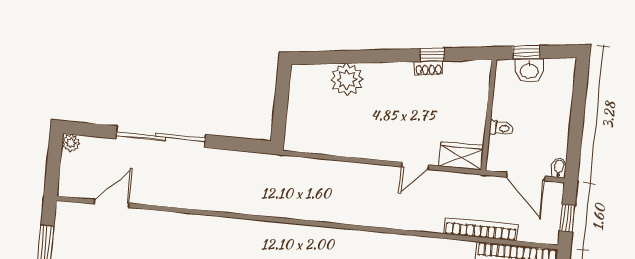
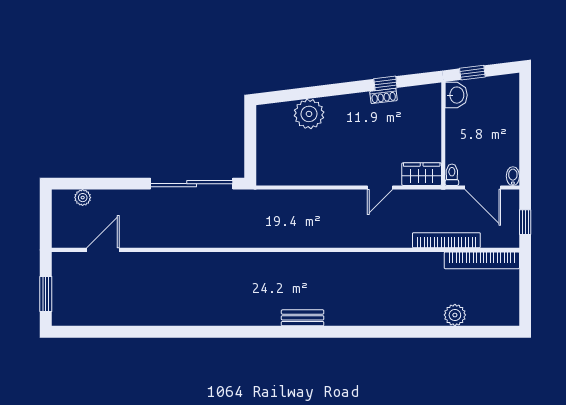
washbasin: (529, 70) -> (456, 95), moved, turned -83
toilet: (501, 128) -> (452, 175), moved, turned -90
sliding door: (161, 137) -> (192, 184), moved
plant: (71, 143) -> (83, 198), moved

